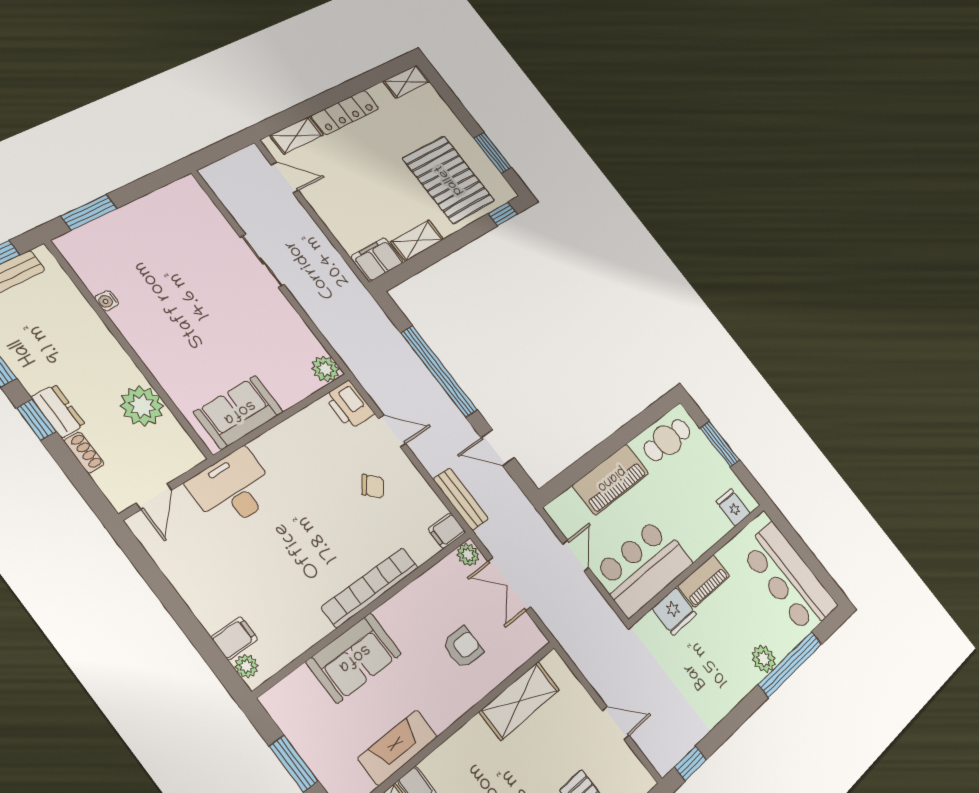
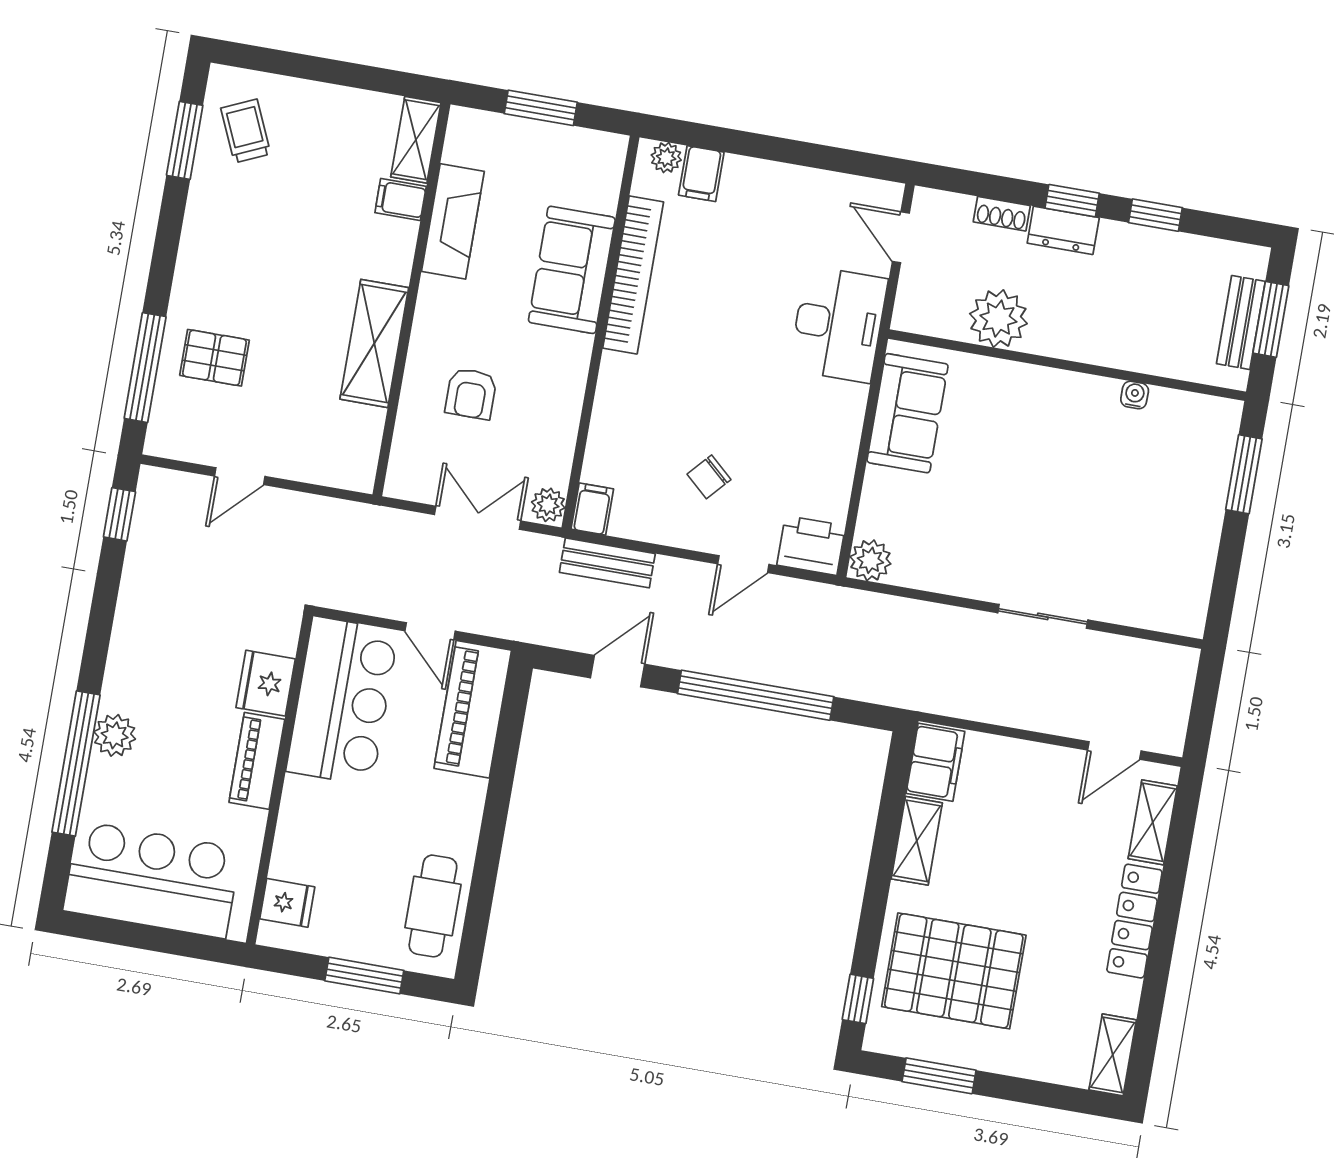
piano: (611, 479) -> (473, 709), moved
bookcase: (370, 587) -> (633, 275), moved
shelving: (520, 701) -> (374, 343), moved

